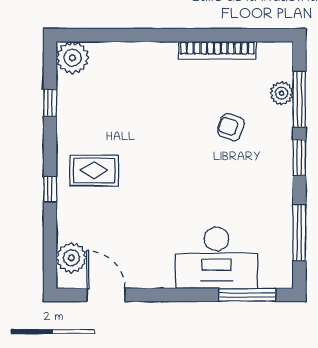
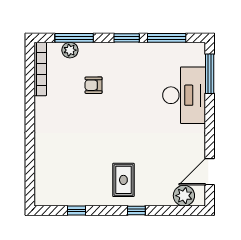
bookcase: (217, 50) -> (40, 69), moved
plant: (73, 58) -> (45, 195), removed
armchair: (231, 127) -> (94, 85), turned 72
window: (299, 158) -> (127, 38), moved

